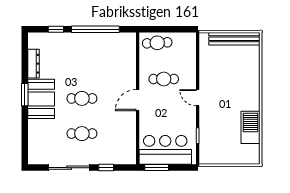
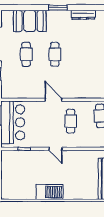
door: (198, 98) -> (55, 149), swing flipped
booth: (41, 99) -> (30, 21), moved
barbecue: (250, 127) -> (50, 192), moved

